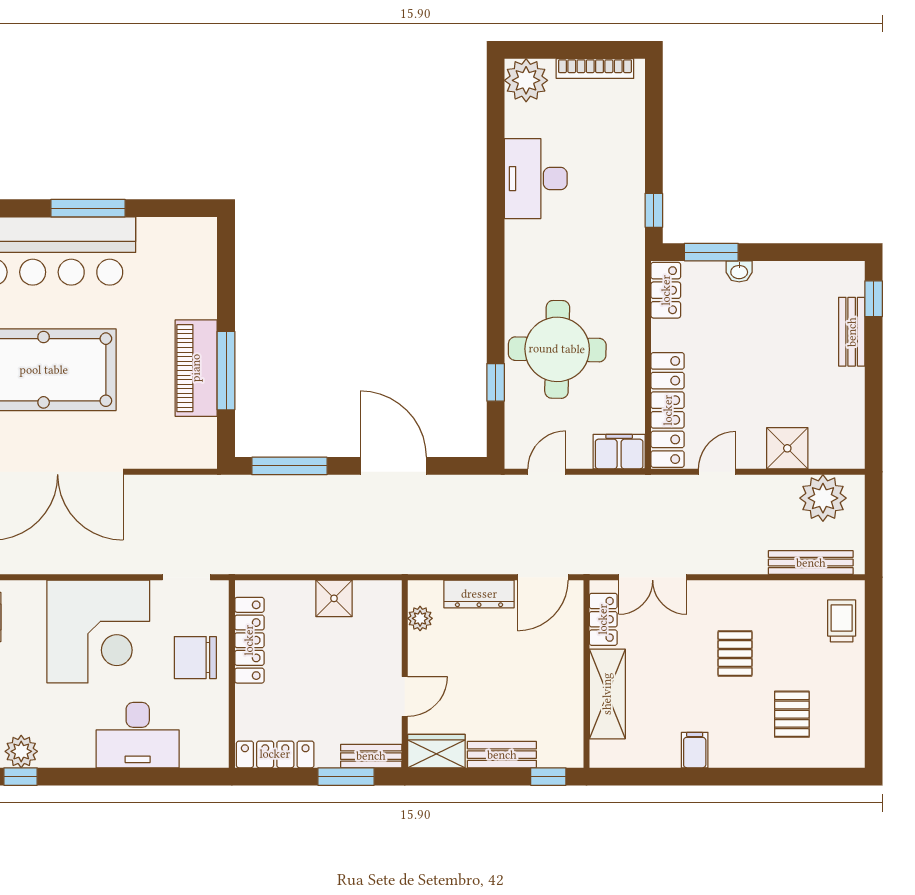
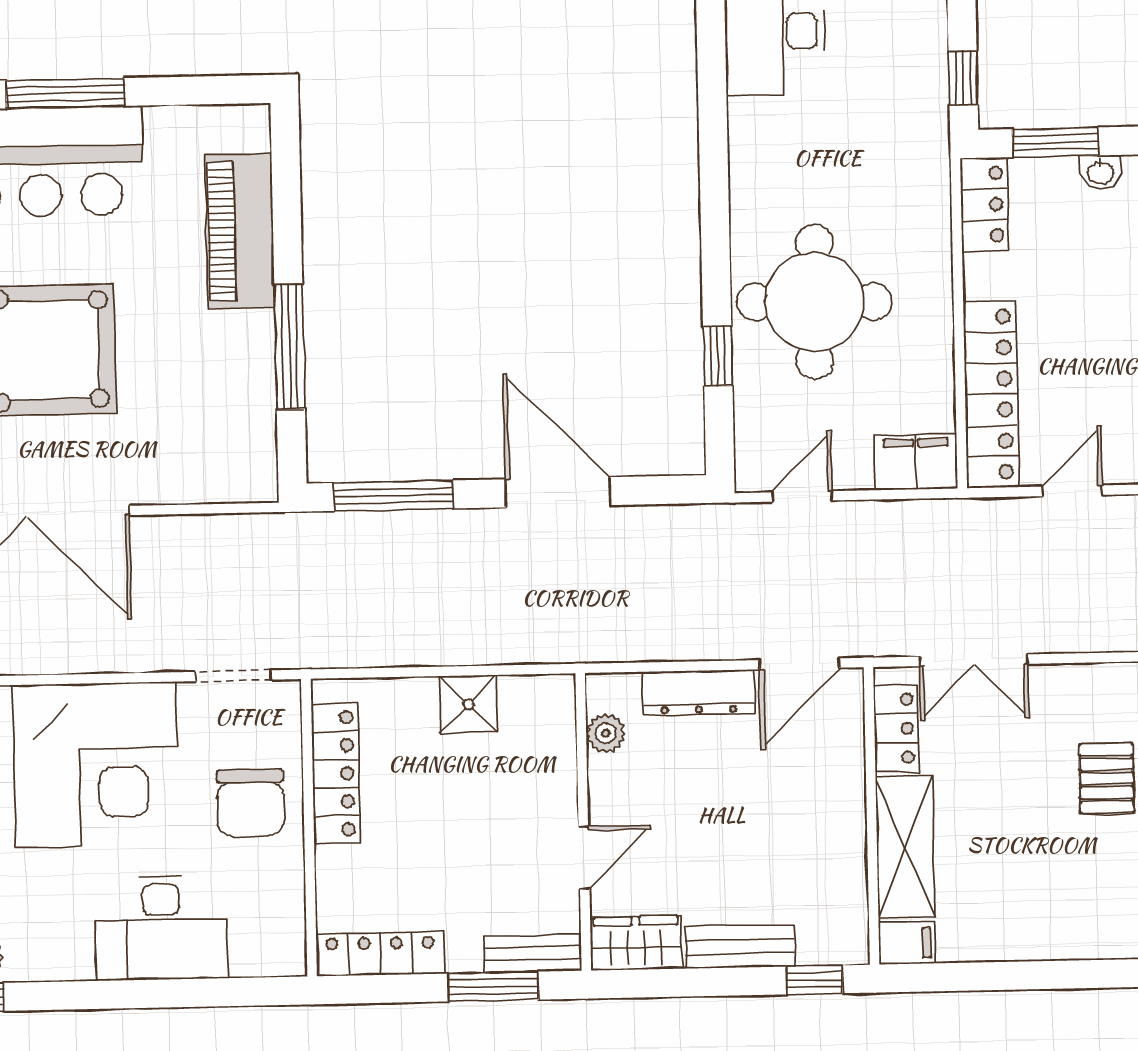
piano: (196, 368) -> (240, 231), moved
chair: (195, 658) -> (250, 803), turned -90
filing cabinet: (695, 750) -> (907, 943), moved, turned 90

